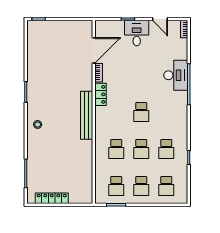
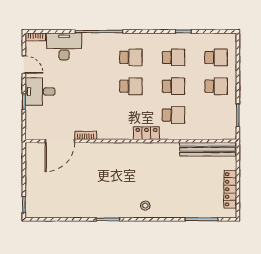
door: (160, 19) -> (24, 65), hinge flipped
door: (94, 50) -> (60, 141), swing flipped
desk: (176, 75) -> (64, 46), moved
locker: (100, 94) -> (146, 133), moved
bench: (87, 115) -> (207, 149), moved
school desk: (116, 186) -> (131, 57), moved

